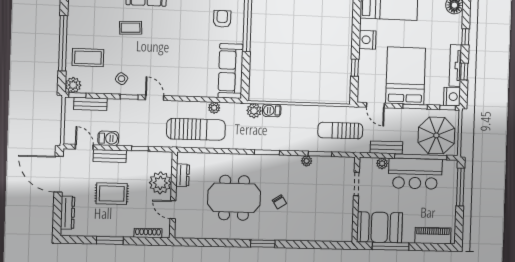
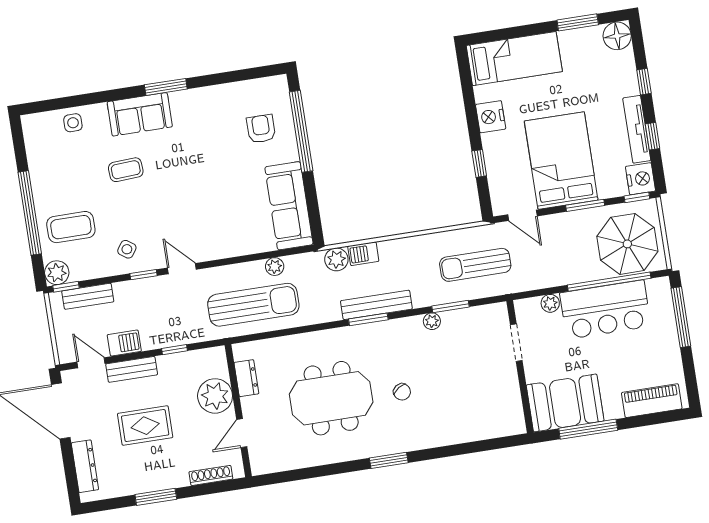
bench: (386, 147) -> (376, 305), moved, width x1.36
door: (173, 210) -> (242, 433), hinge flipped

